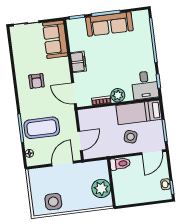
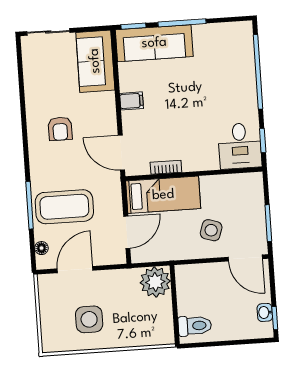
sofa: (109, 24) -> (154, 43), moved
filing cabinet: (78, 62) -> (131, 101), width x0.50
plant: (118, 95) -> (194, 160), removed
bed: (139, 112) -> (163, 195), moved, turned 180
door: (152, 152) -> (245, 258), hinge flipped
door: (63, 164) -> (75, 270), moved
toilet: (120, 164) -> (195, 326), moved
plant: (101, 188) -> (155, 282), moved
side table: (53, 202) -> (89, 319), moved

